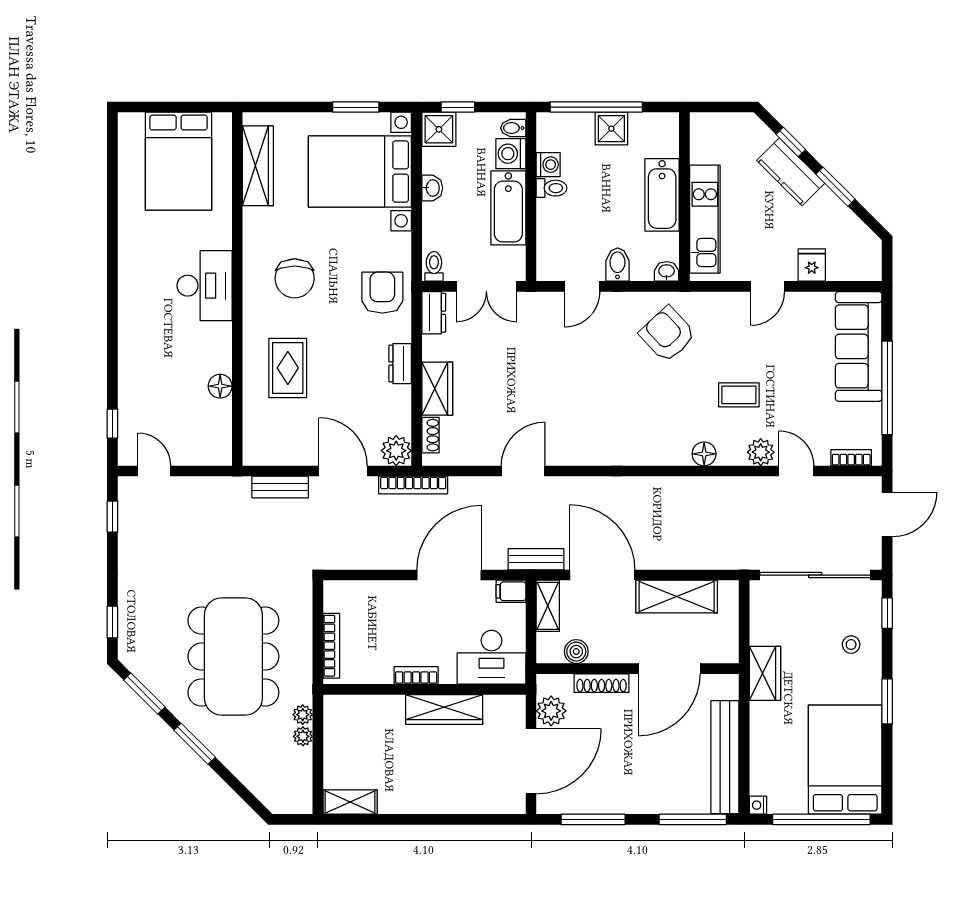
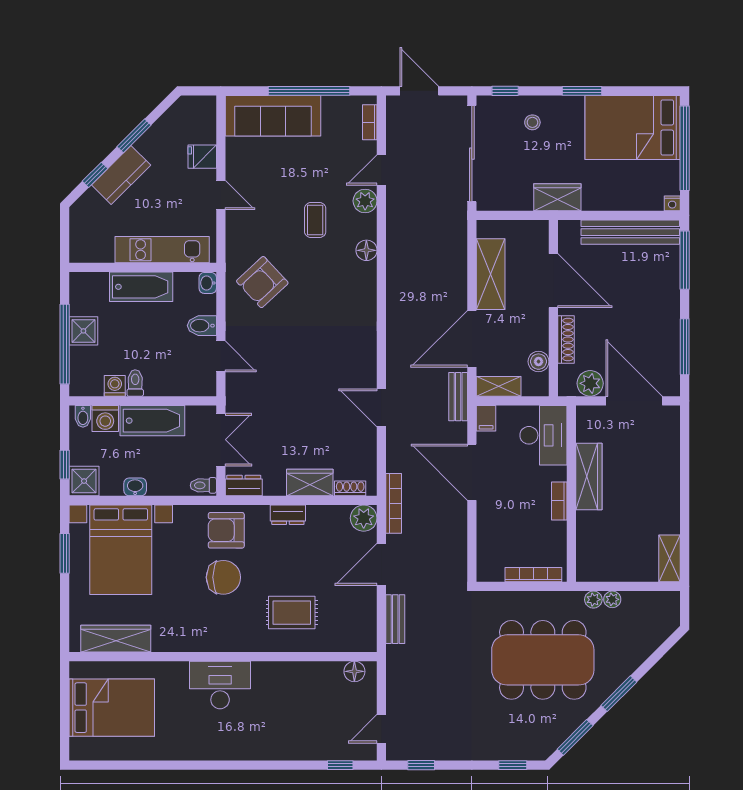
chair: (295, 278) -> (223, 577), moved
floor lamp: (220, 386) -> (354, 671), moved

